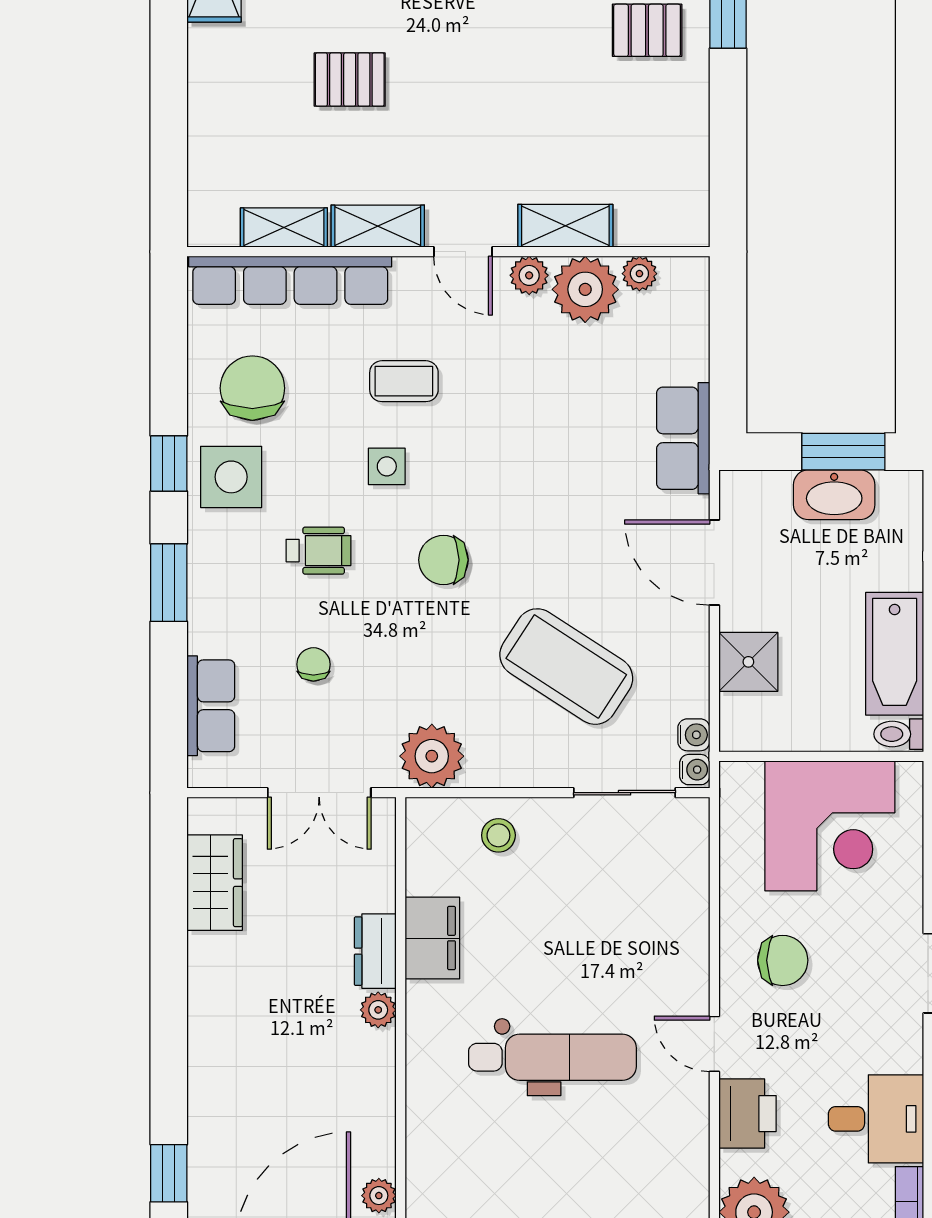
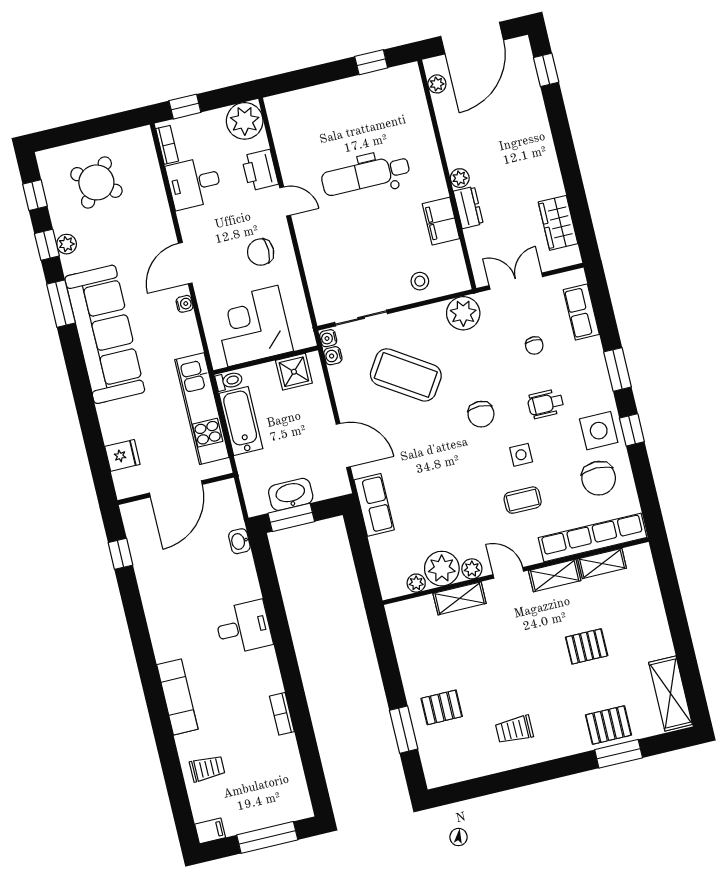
chair: (443, 560) -> (481, 414), turned 90
shower: (748, 662) -> (294, 372), moved

